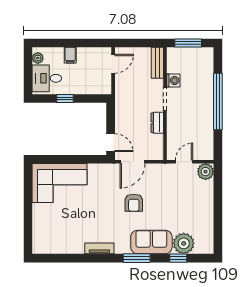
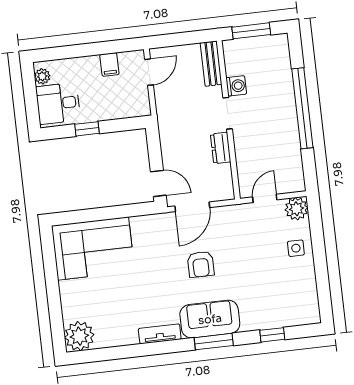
filing cabinet: (70, 55) -> (109, 64), moved
side table: (202, 199) -> (296, 248), added
sofa: (151, 242) -> (210, 319), moved
plant: (184, 243) -> (79, 336), moved

